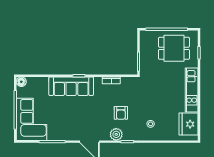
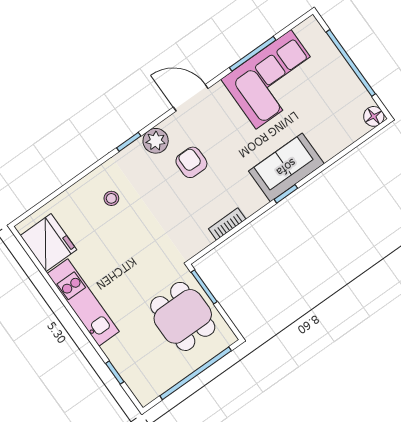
dining table: (174, 48) -> (183, 316), moved, turned 90
sofa: (71, 86) -> (286, 167), width x0.73
armchair: (121, 113) -> (191, 162), moved
corner sofa: (32, 119) -> (273, 79), moved, turned -90

